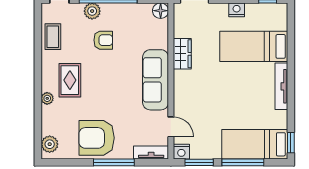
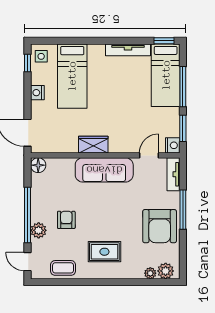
side table: (275, 14) -> (41, 56), added
wardrobe: (182, 54) -> (93, 145), moved
tv unit: (281, 86) -> (128, 50), moved
plant: (47, 98) -> (150, 273), moved

